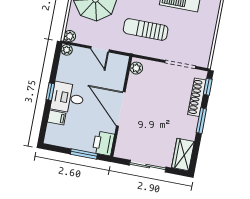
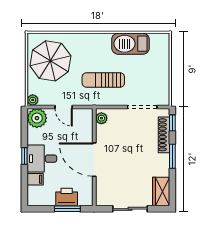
plant: (67, 50) -> (37, 118), width x1.88, depth x1.88
printer: (103, 143) -> (67, 197), moved, turned 90

